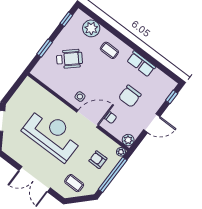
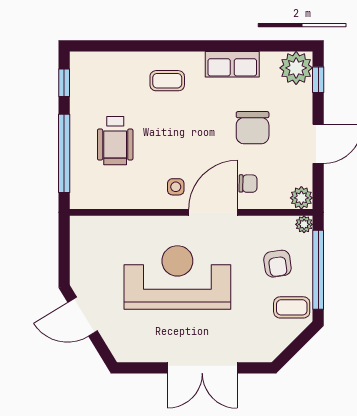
plant: (91, 28) -> (296, 68), moved
window: (45, 48) -> (64, 153), width x2.11
wheelchair: (69, 59) -> (115, 141), turned 132
armchair: (98, 160) -> (277, 264), turned -98
coffee table: (74, 183) -> (292, 307), moved

